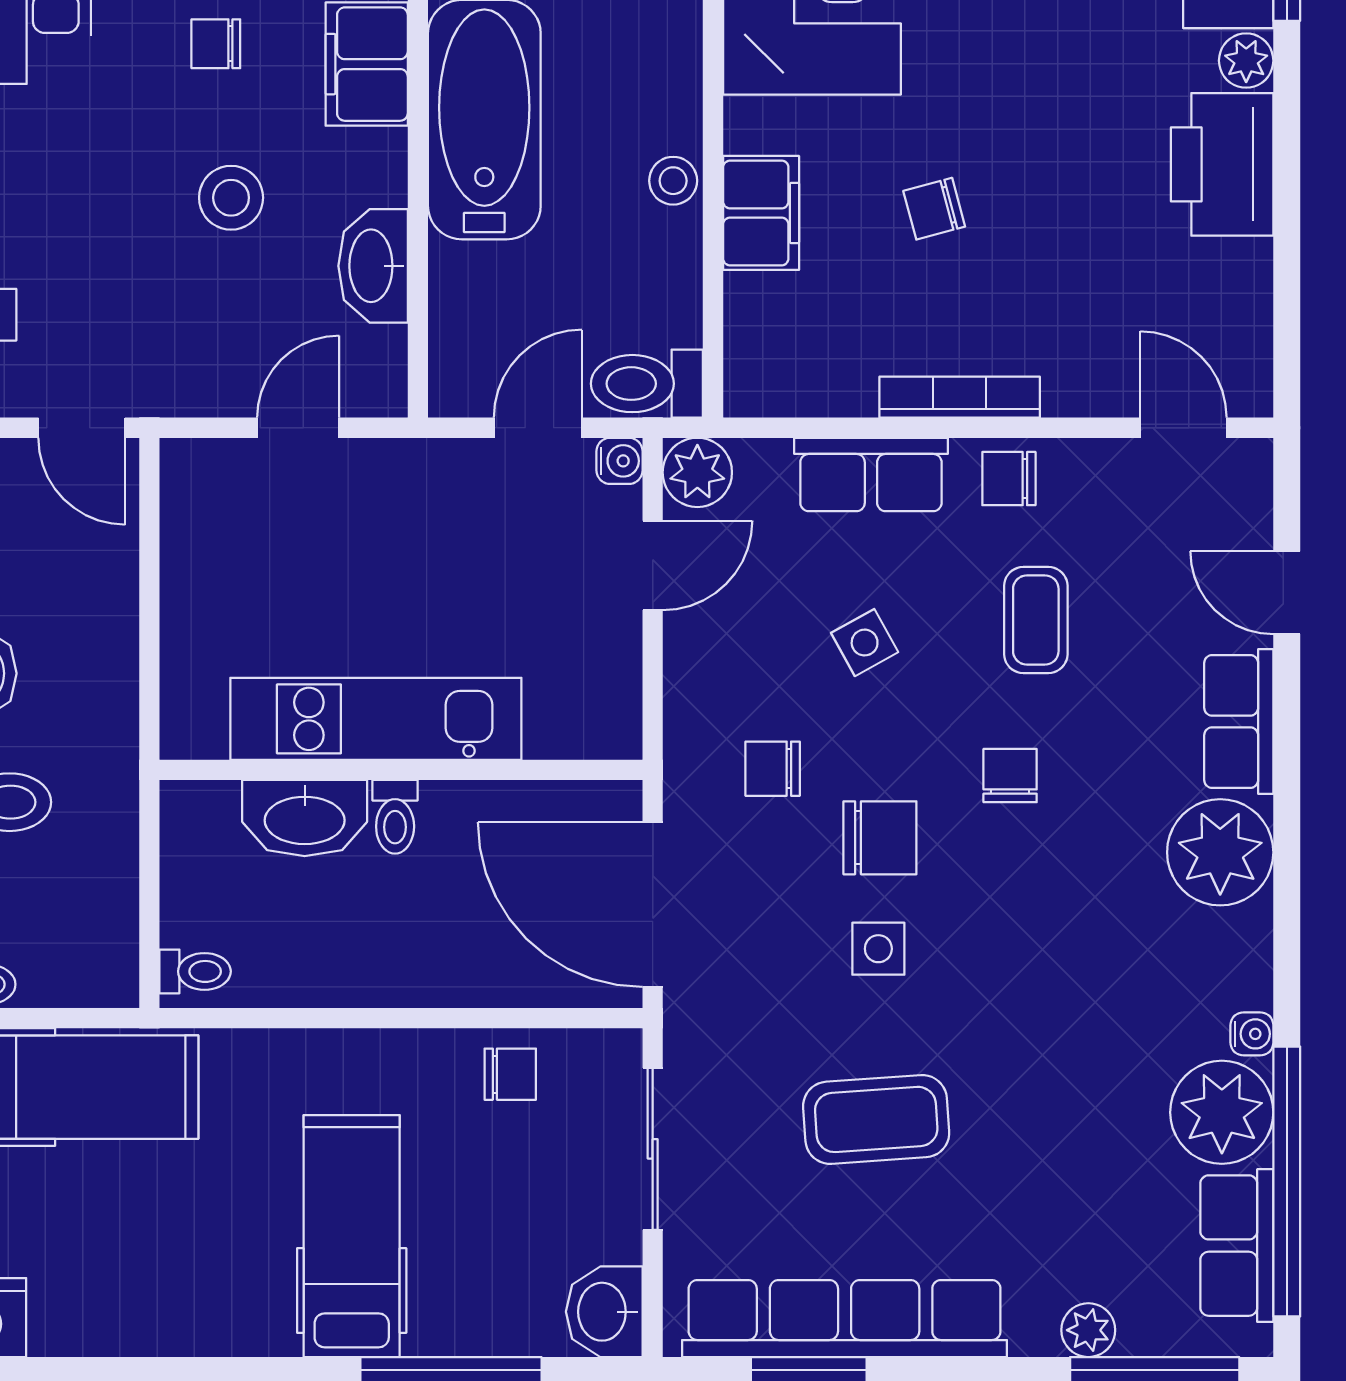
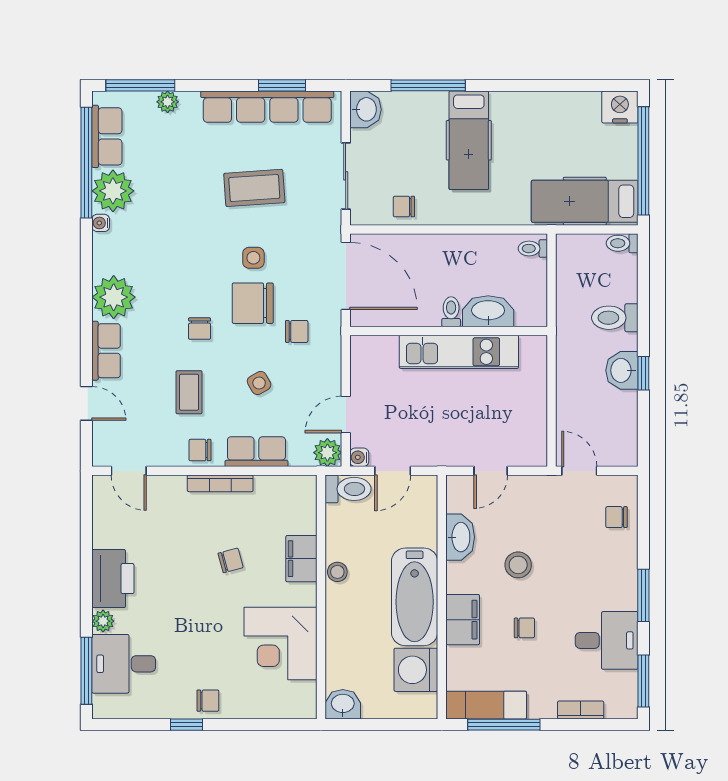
chair: (1009, 479) -> (200, 450), turned 180
chair: (880, 838) -> (253, 303), width x1.37, depth x1.37

